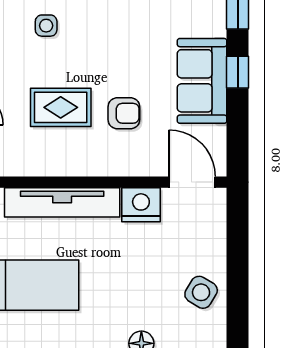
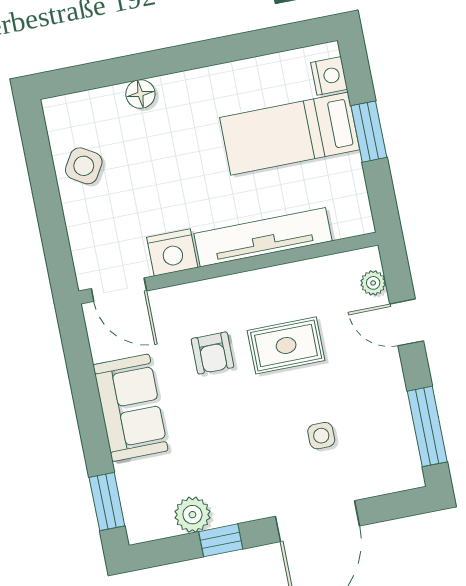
window: (238, 72) -> (92, 426), removed
armchair: (124, 113) -> (213, 353), turned -90

